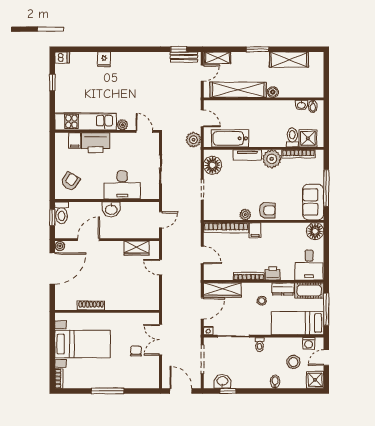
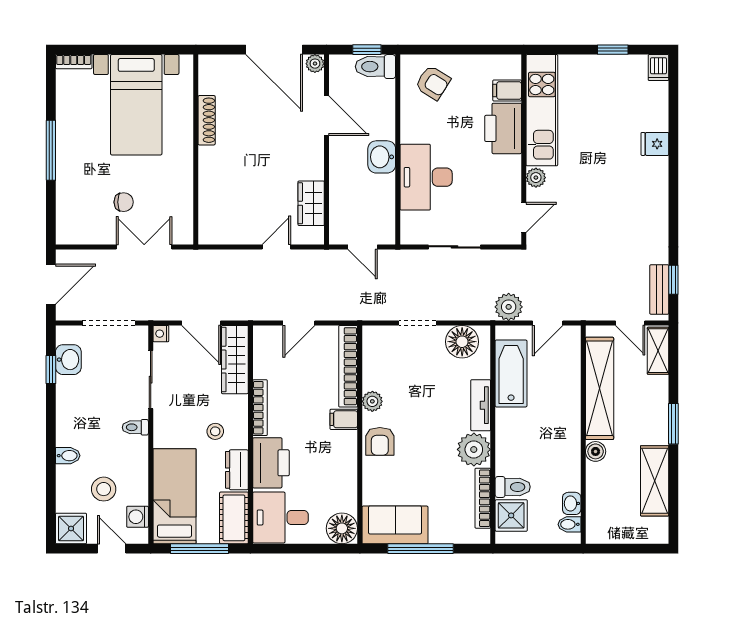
printer: (273, 273) -> (271, 463), width x1.87, depth x1.48

